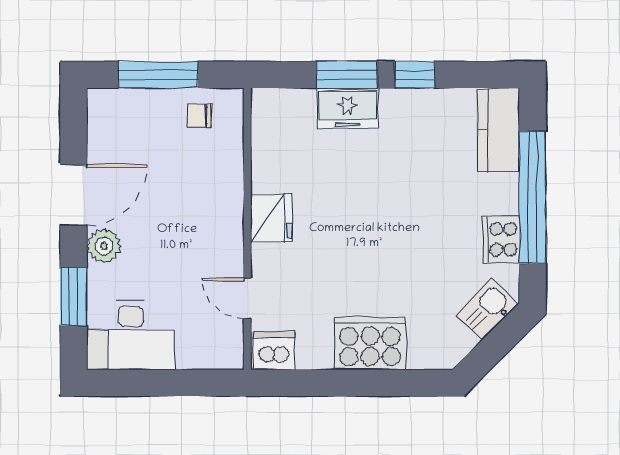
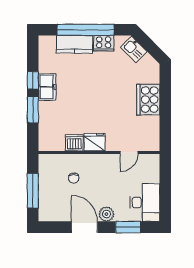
freezer: (348, 108) -> (47, 87), moved
chair: (199, 115) -> (74, 178), moved
kitchen counter: (498, 130) -> (75, 44), moved
dishwasher: (274, 351) -> (74, 143), moved, turned 90

